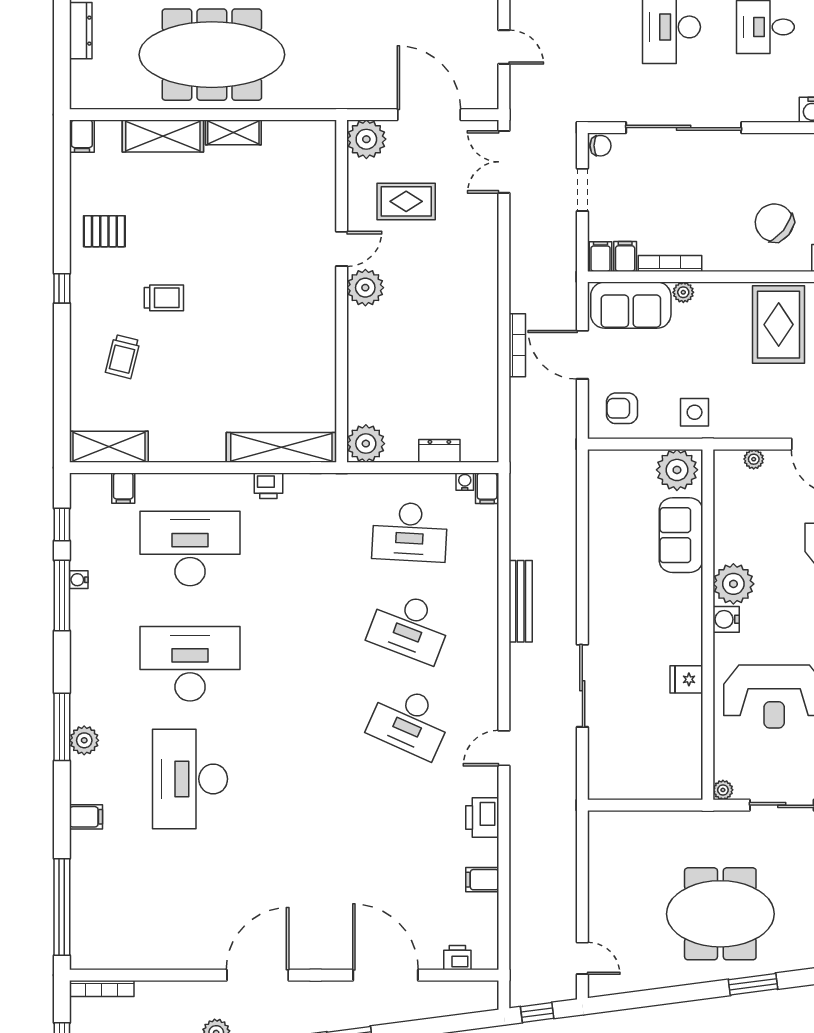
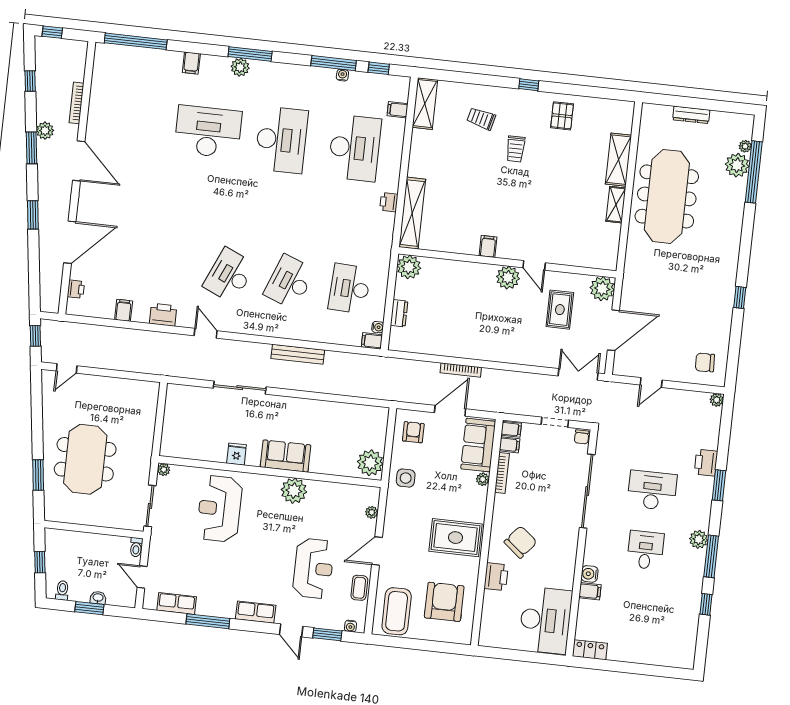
filing cabinet: (82, 136) -> (488, 246), moved, turned 90
sofa: (681, 535) -> (286, 456), moved
water cooler: (726, 619) -> (272, 484), removed
bookcase: (102, 988) -> (76, 103), moved

